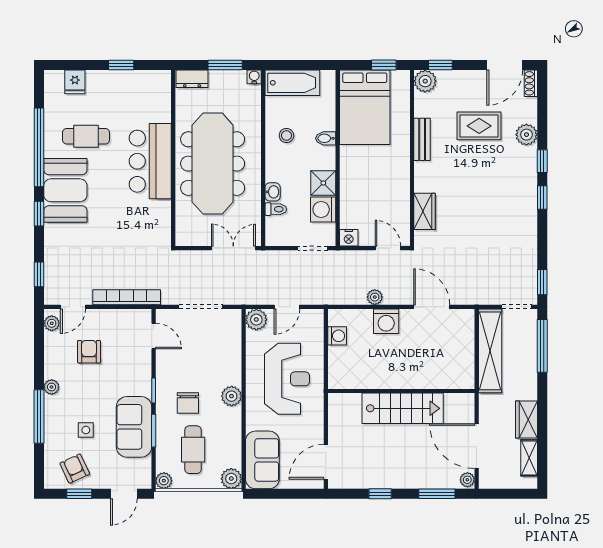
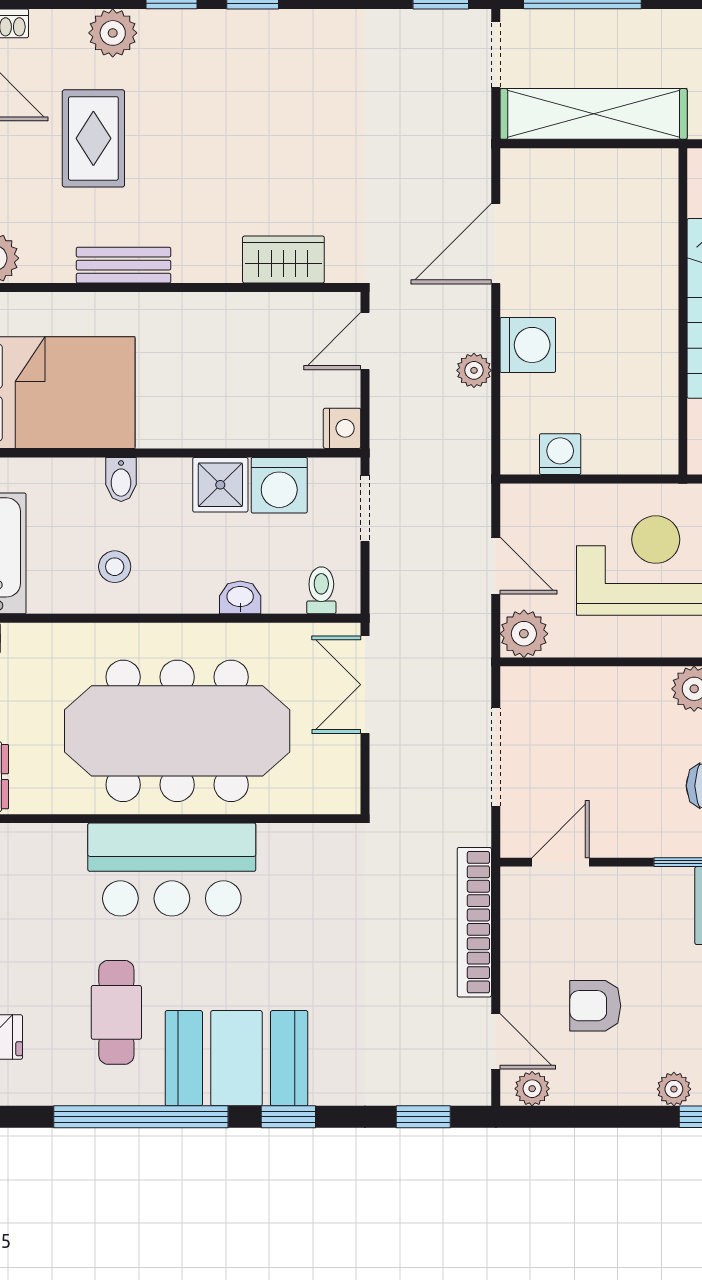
toilet: (276, 209) -> (321, 590), moved

